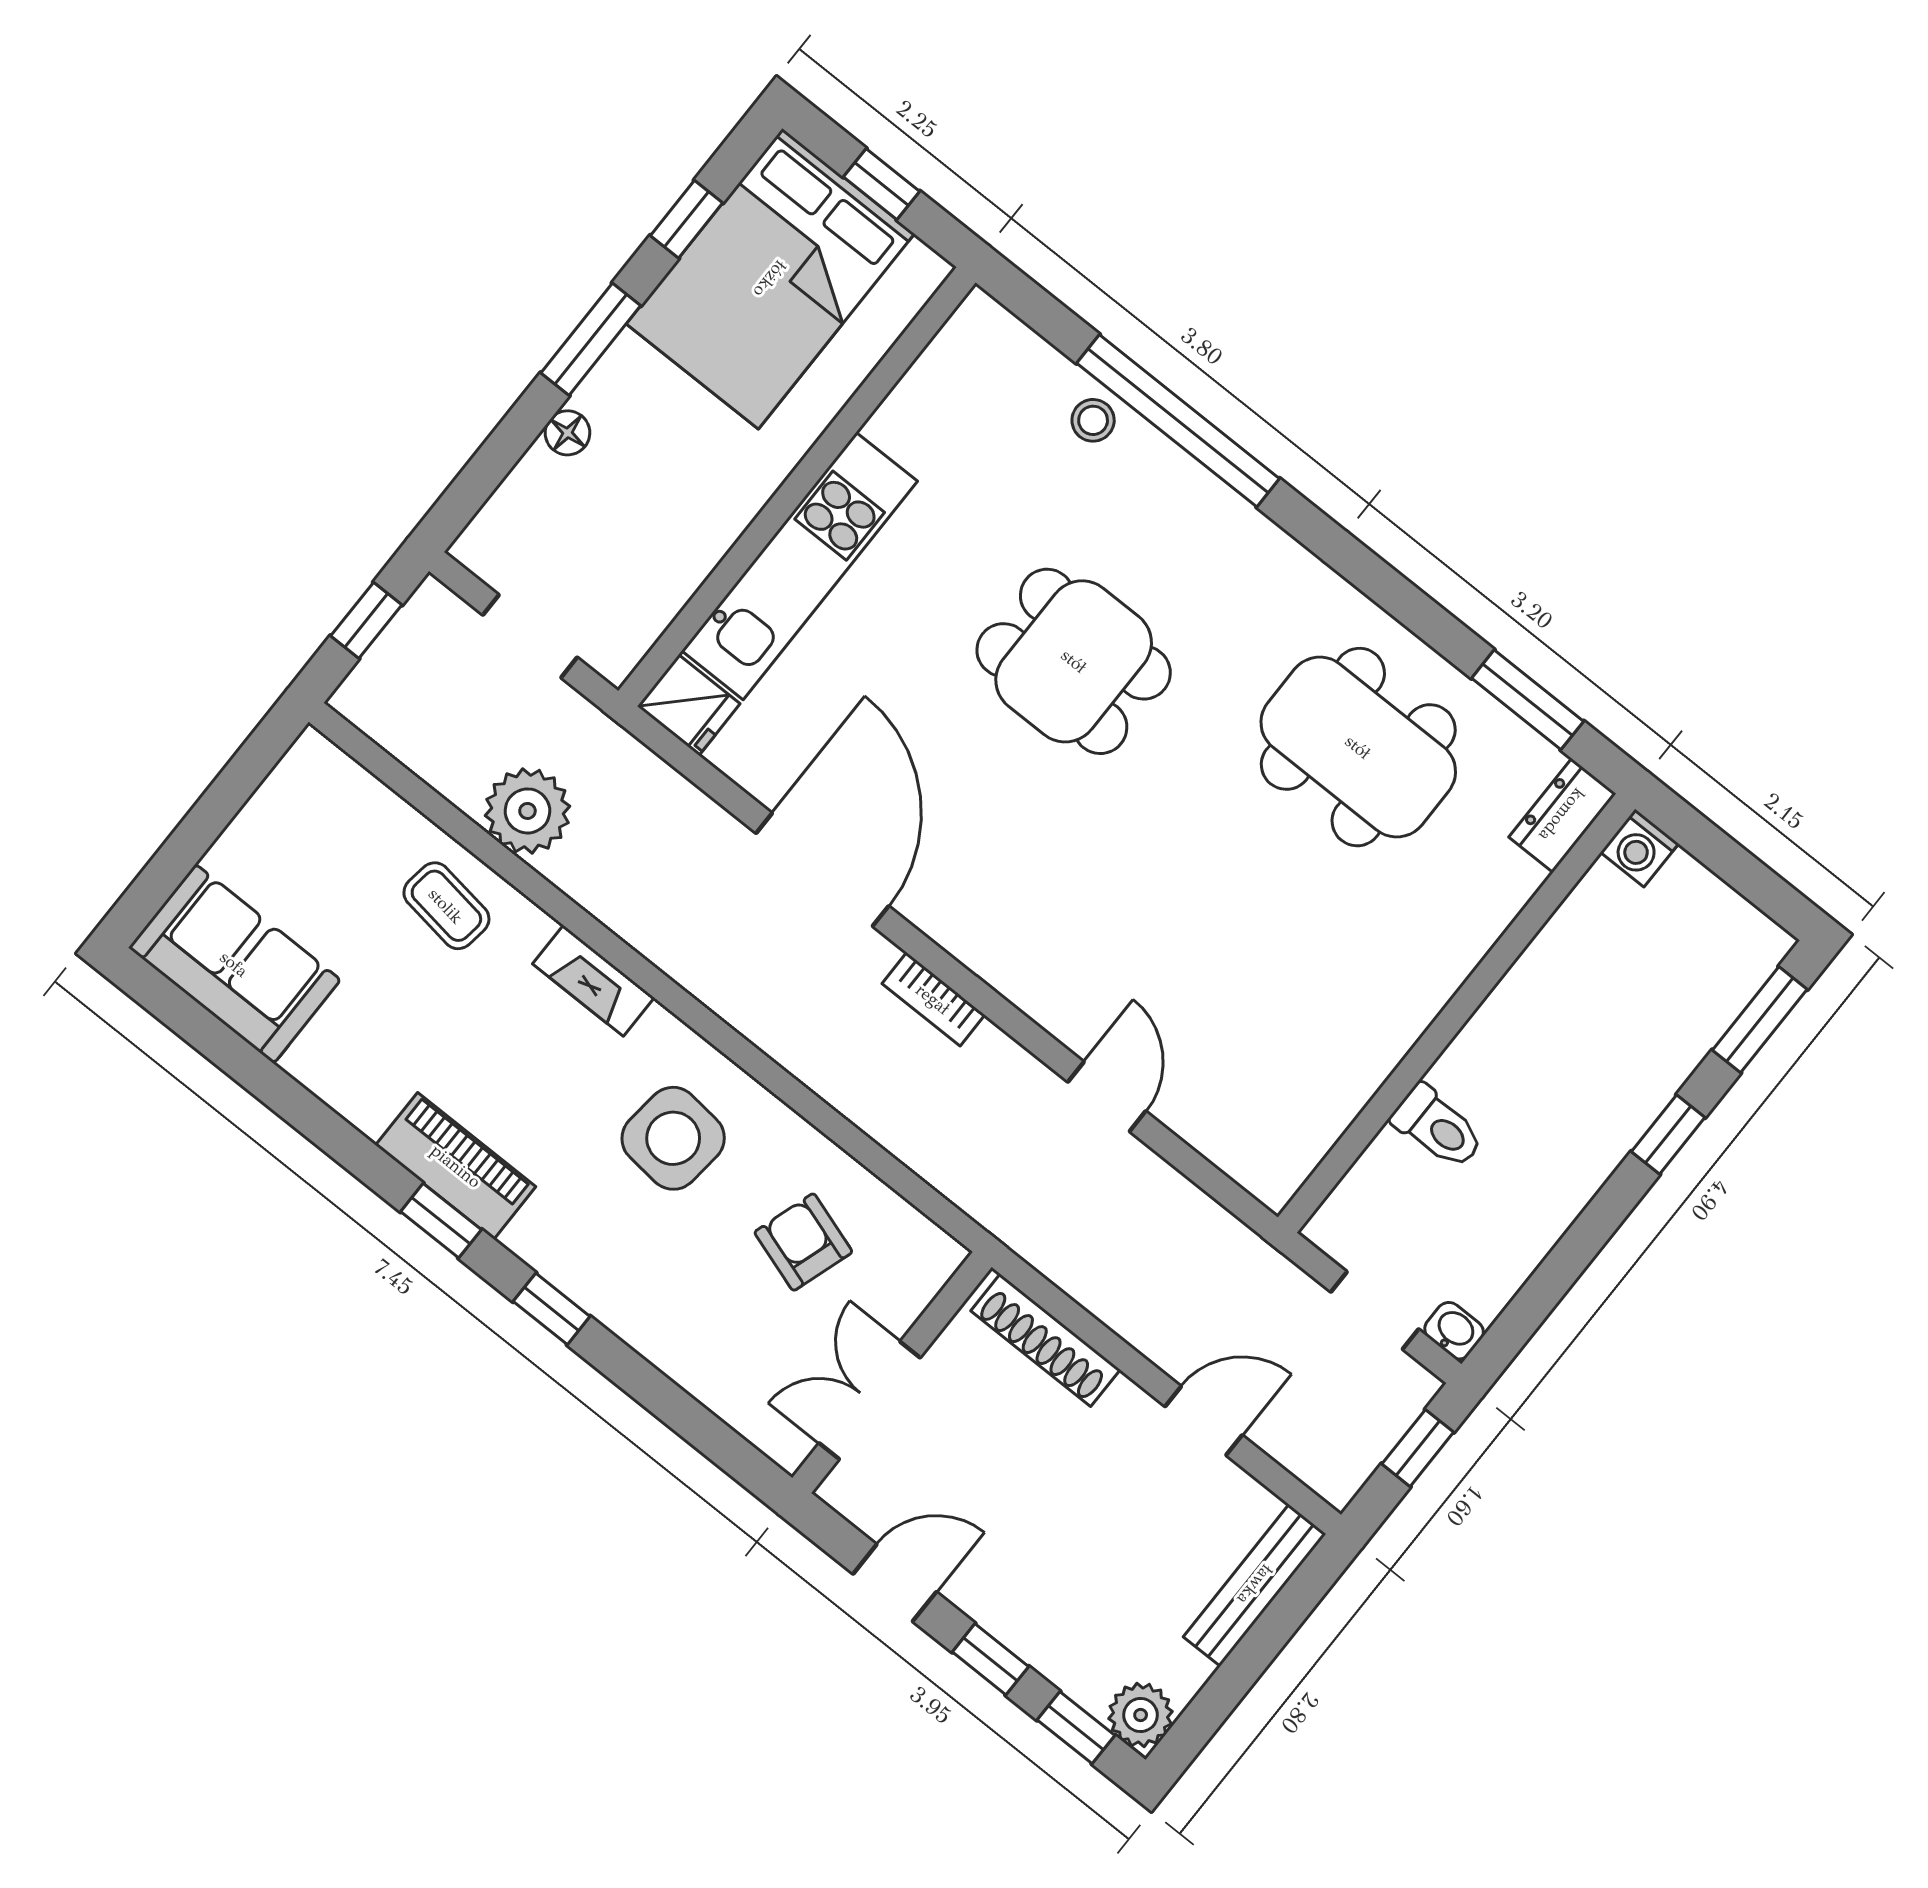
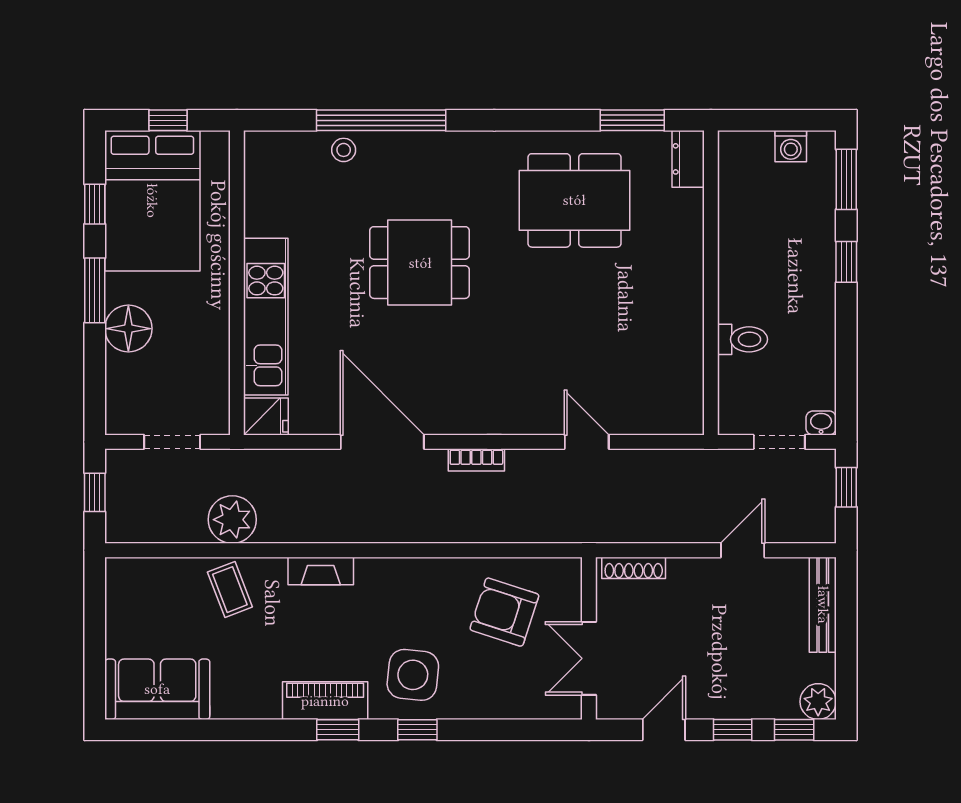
floor lamp: (567, 433) -> (128, 329), width x1.89, depth x1.89
washing machine: (1640, 848) -> (791, 146), moved
coffee table: (446, 906) -> (230, 590), turned 61
side table: (673, 1138) -> (413, 675), moved
armchair: (803, 1242) -> (504, 612), width x1.38, depth x1.38
shoe rack: (1045, 1340) -> (634, 568), width x0.74, depth x0.81

